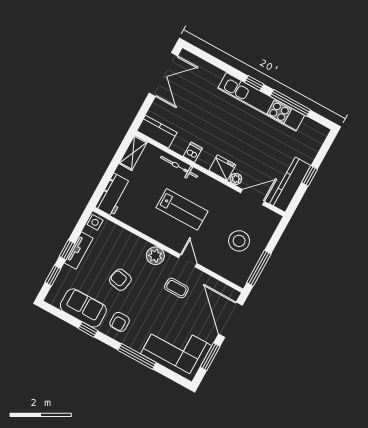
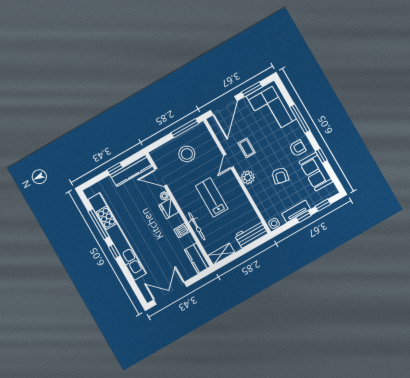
kitchen unit: (261, 102) -> (117, 236), width x1.36

